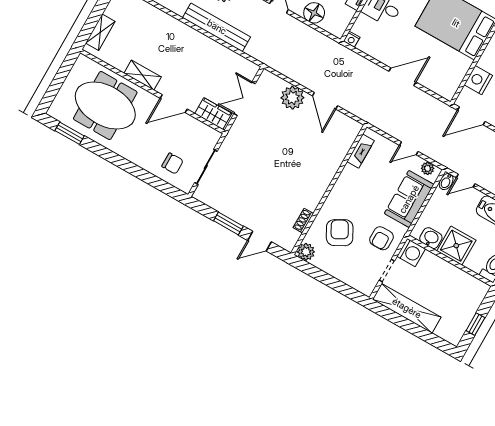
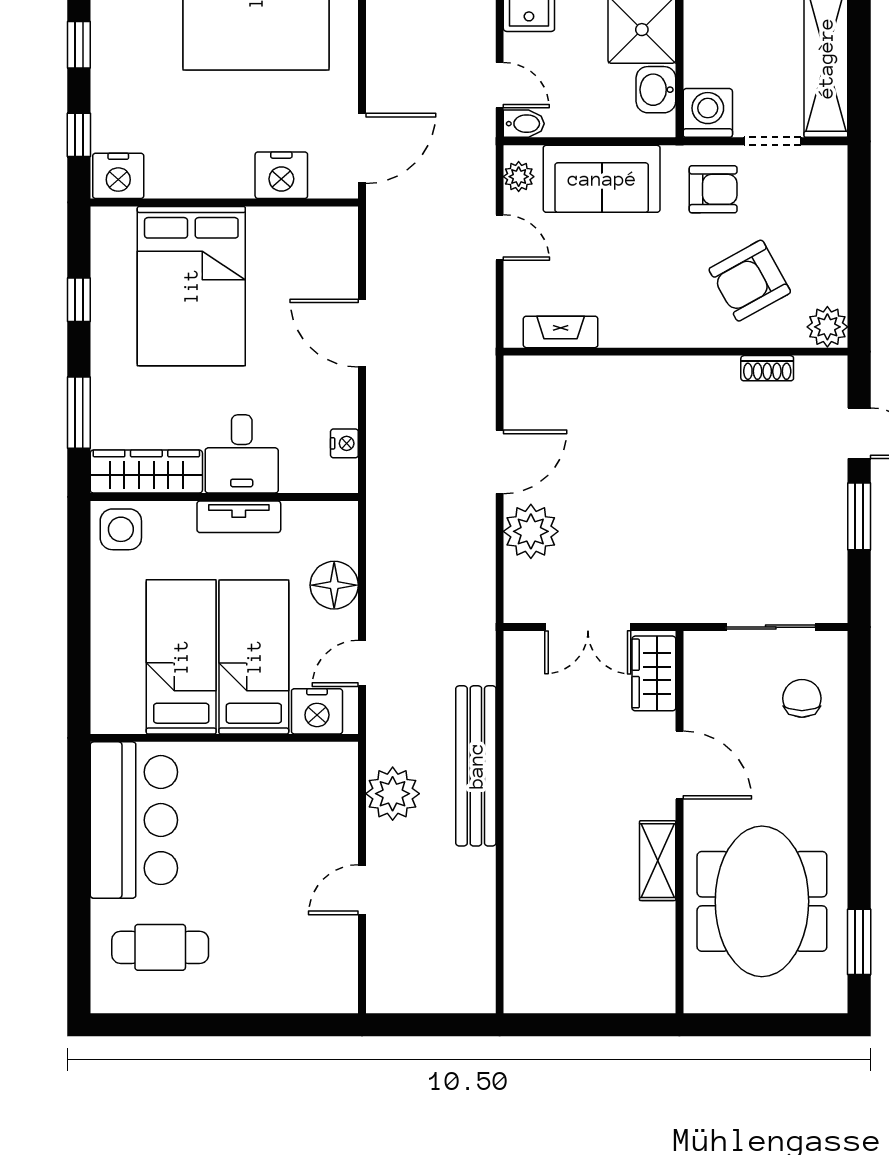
shelving: (100, 32) -> (619, 996), removed
nightstand: (352, 39) -> (344, 443), moved
door: (471, 116) -> (362, 148), hinge flipped

